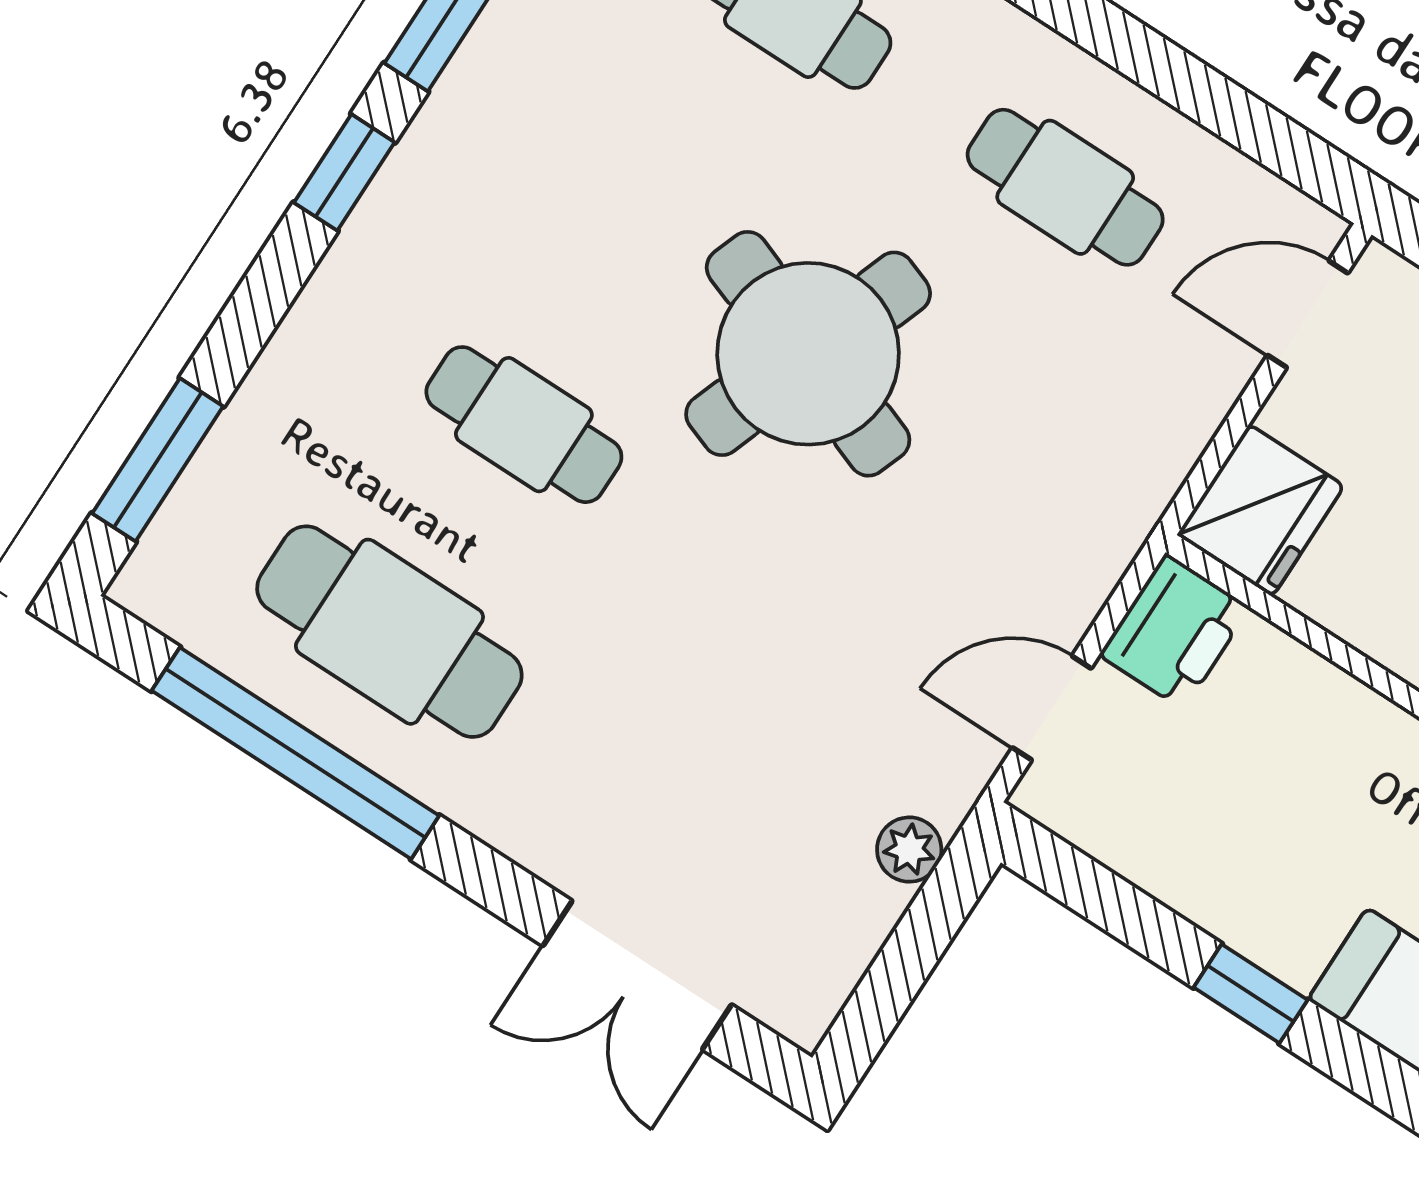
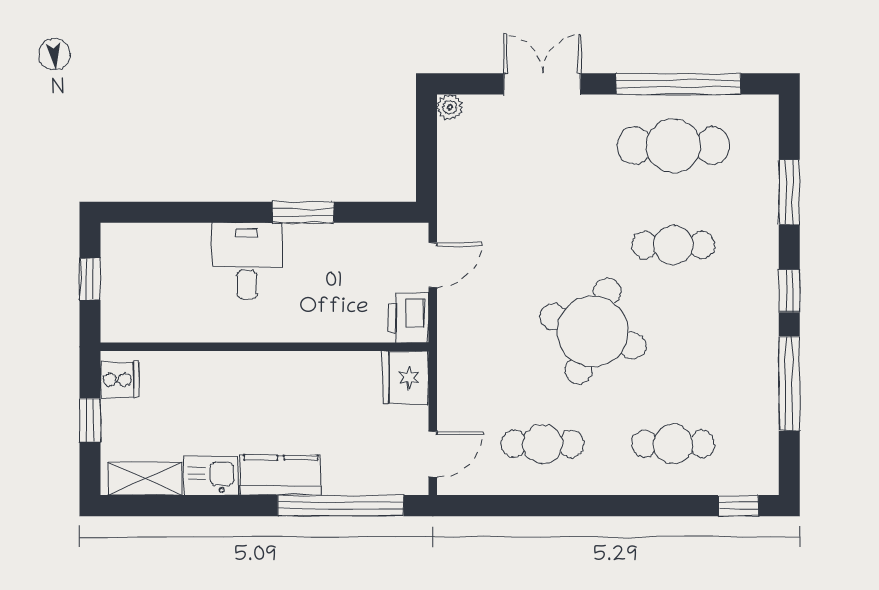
window: (158, 460) -> (789, 192), moved
plant: (909, 850) -> (450, 107), moved
double door: (637, 975) -> (542, 84), moved
window: (1251, 994) -> (303, 212), width x1.50

